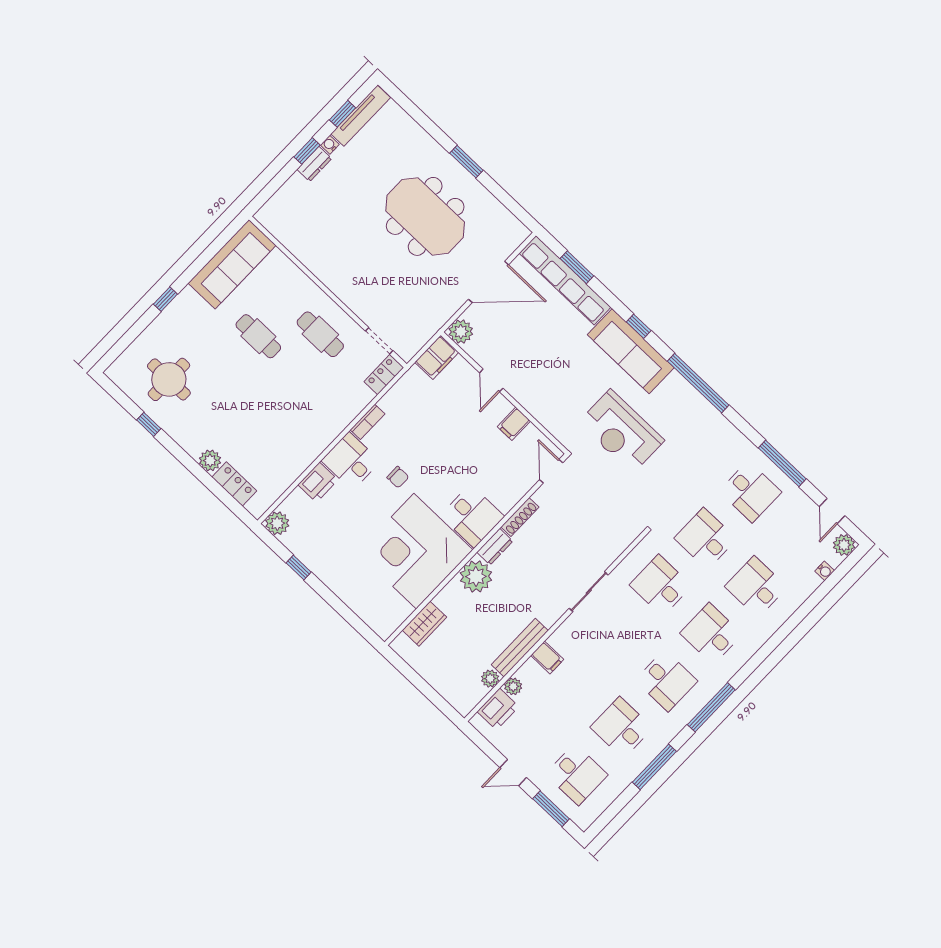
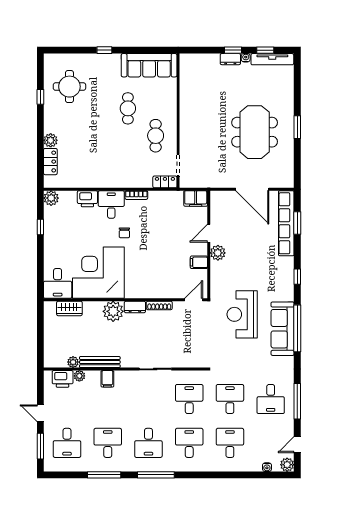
plant: (461, 332) -> (218, 253), moved
sofa: (631, 351) -> (283, 329), moved
desk: (472, 516) -> (58, 283), moved

